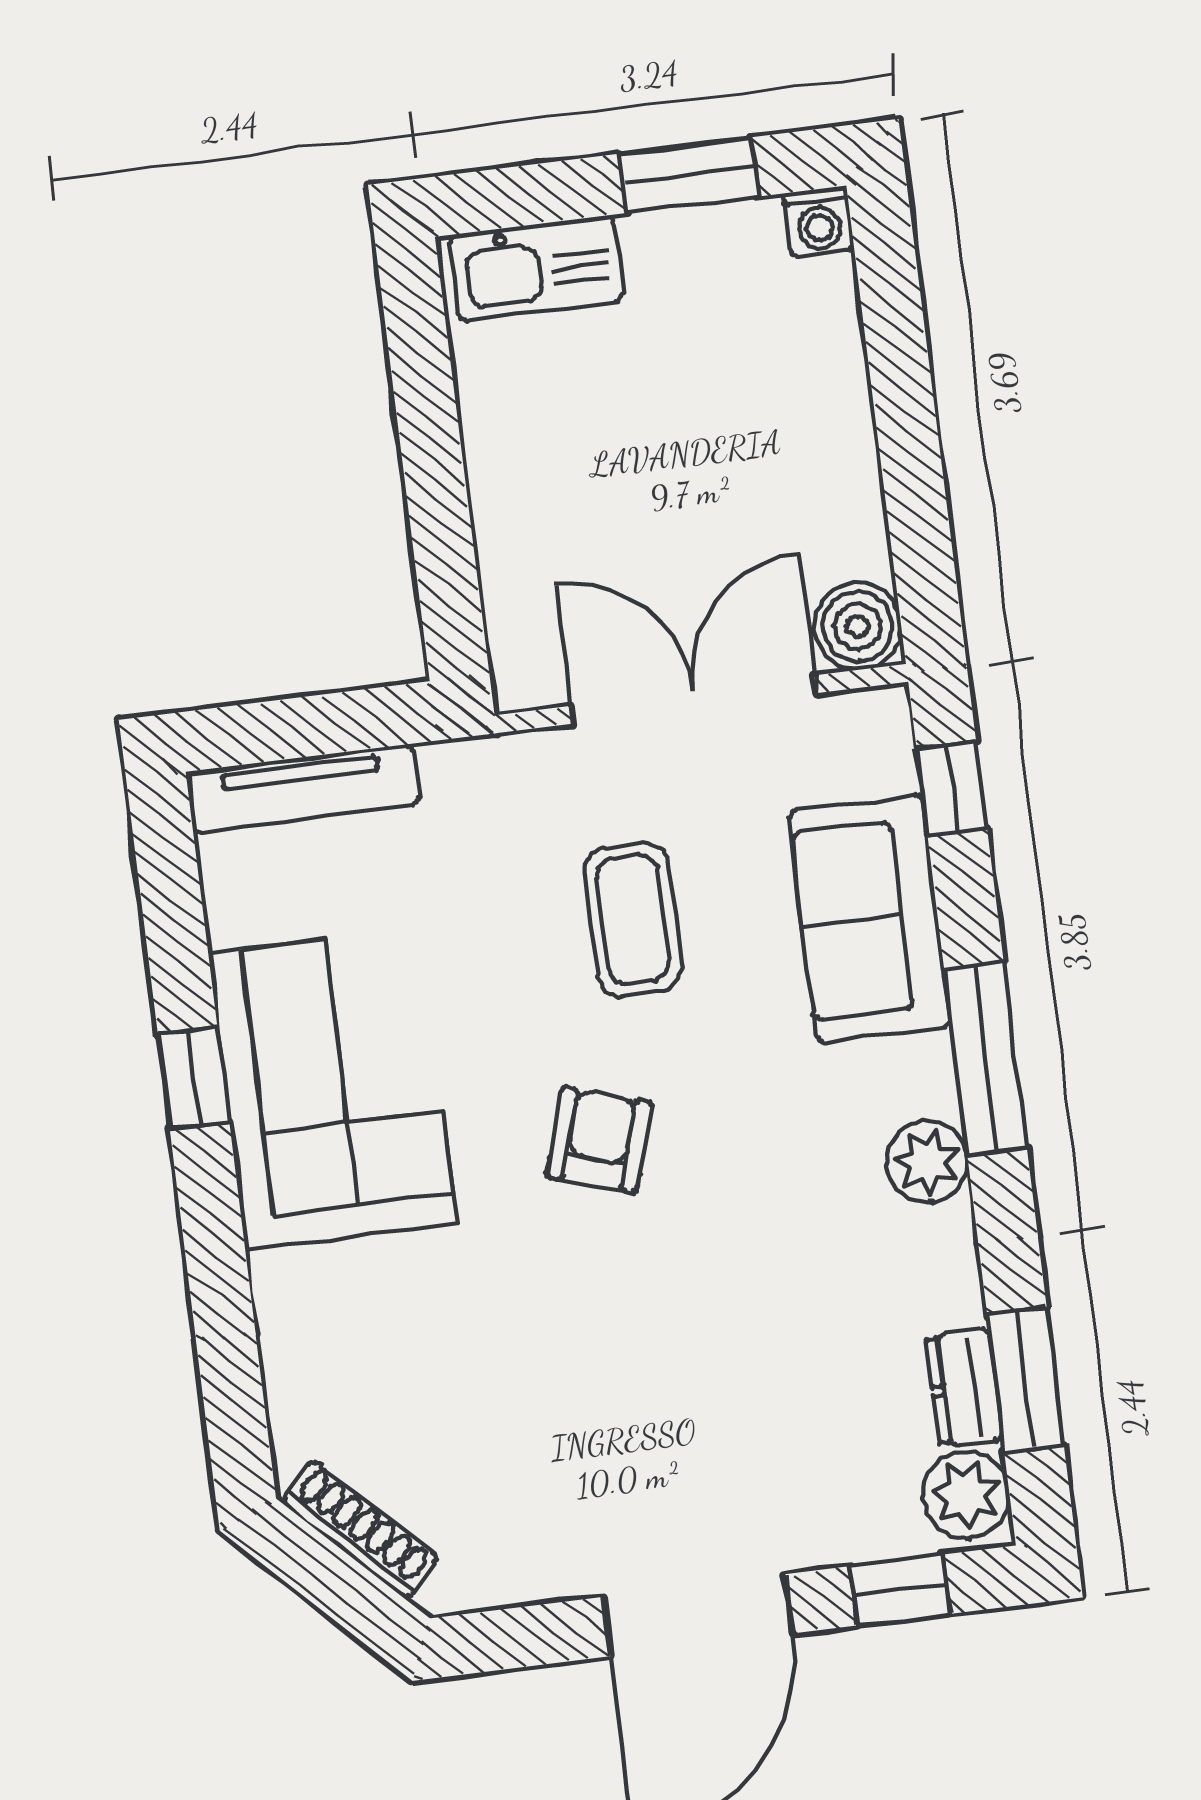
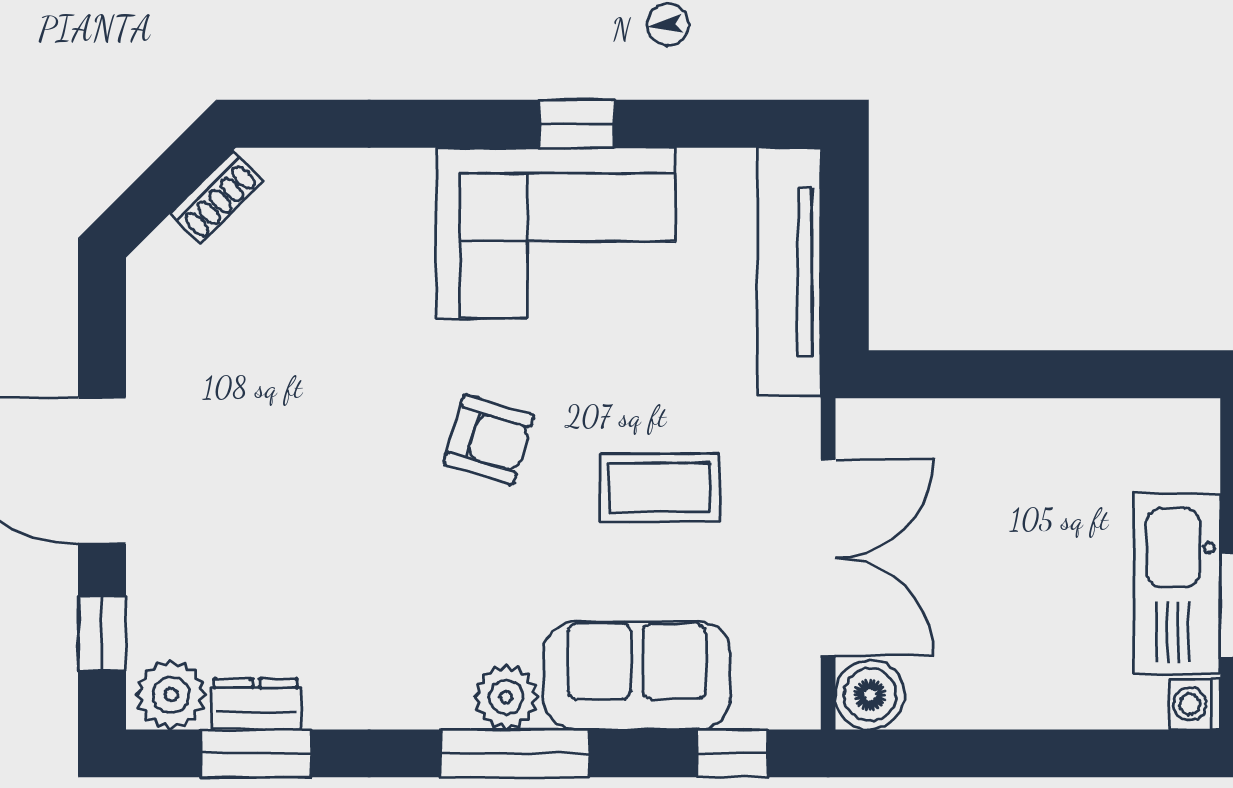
kitchen sink: (536, 268) -> (1177, 584), moved, width x1.36, depth x1.24
tv unit: (303, 788) -> (789, 272), width x1.36, depth x1.29
plant: (927, 1162) -> (506, 697), moved
shoe rack: (360, 1530) -> (217, 197), width x0.70

